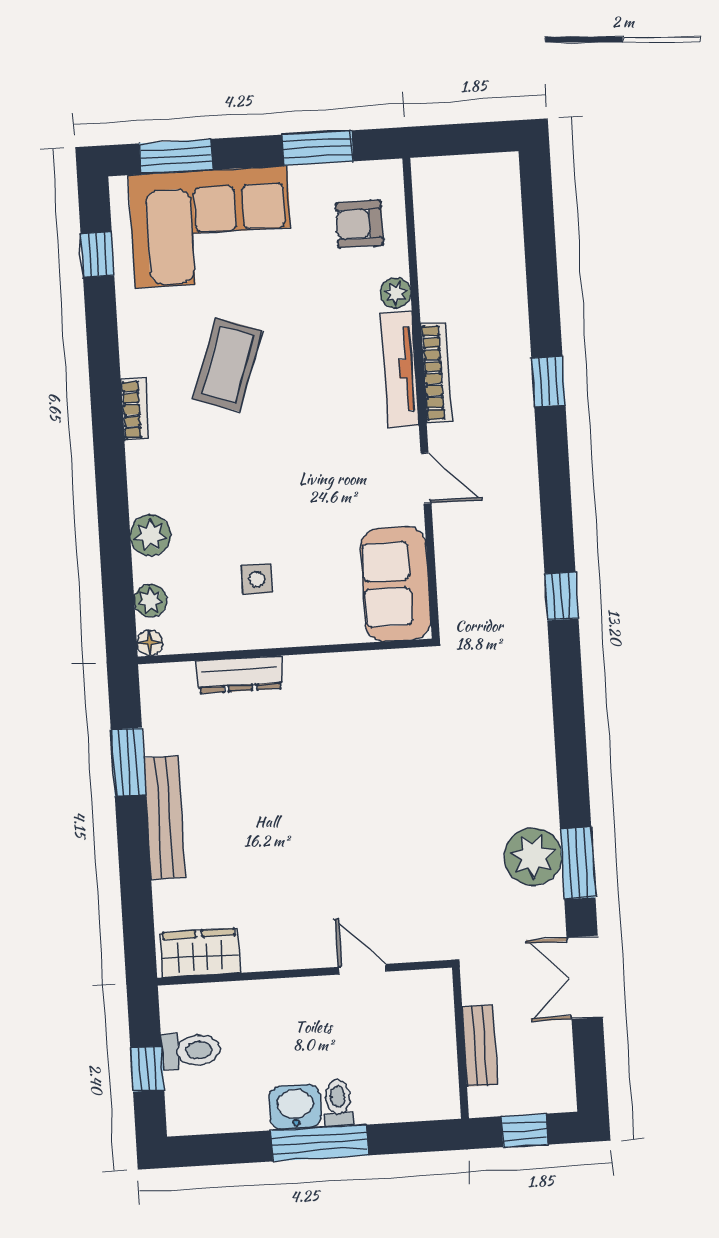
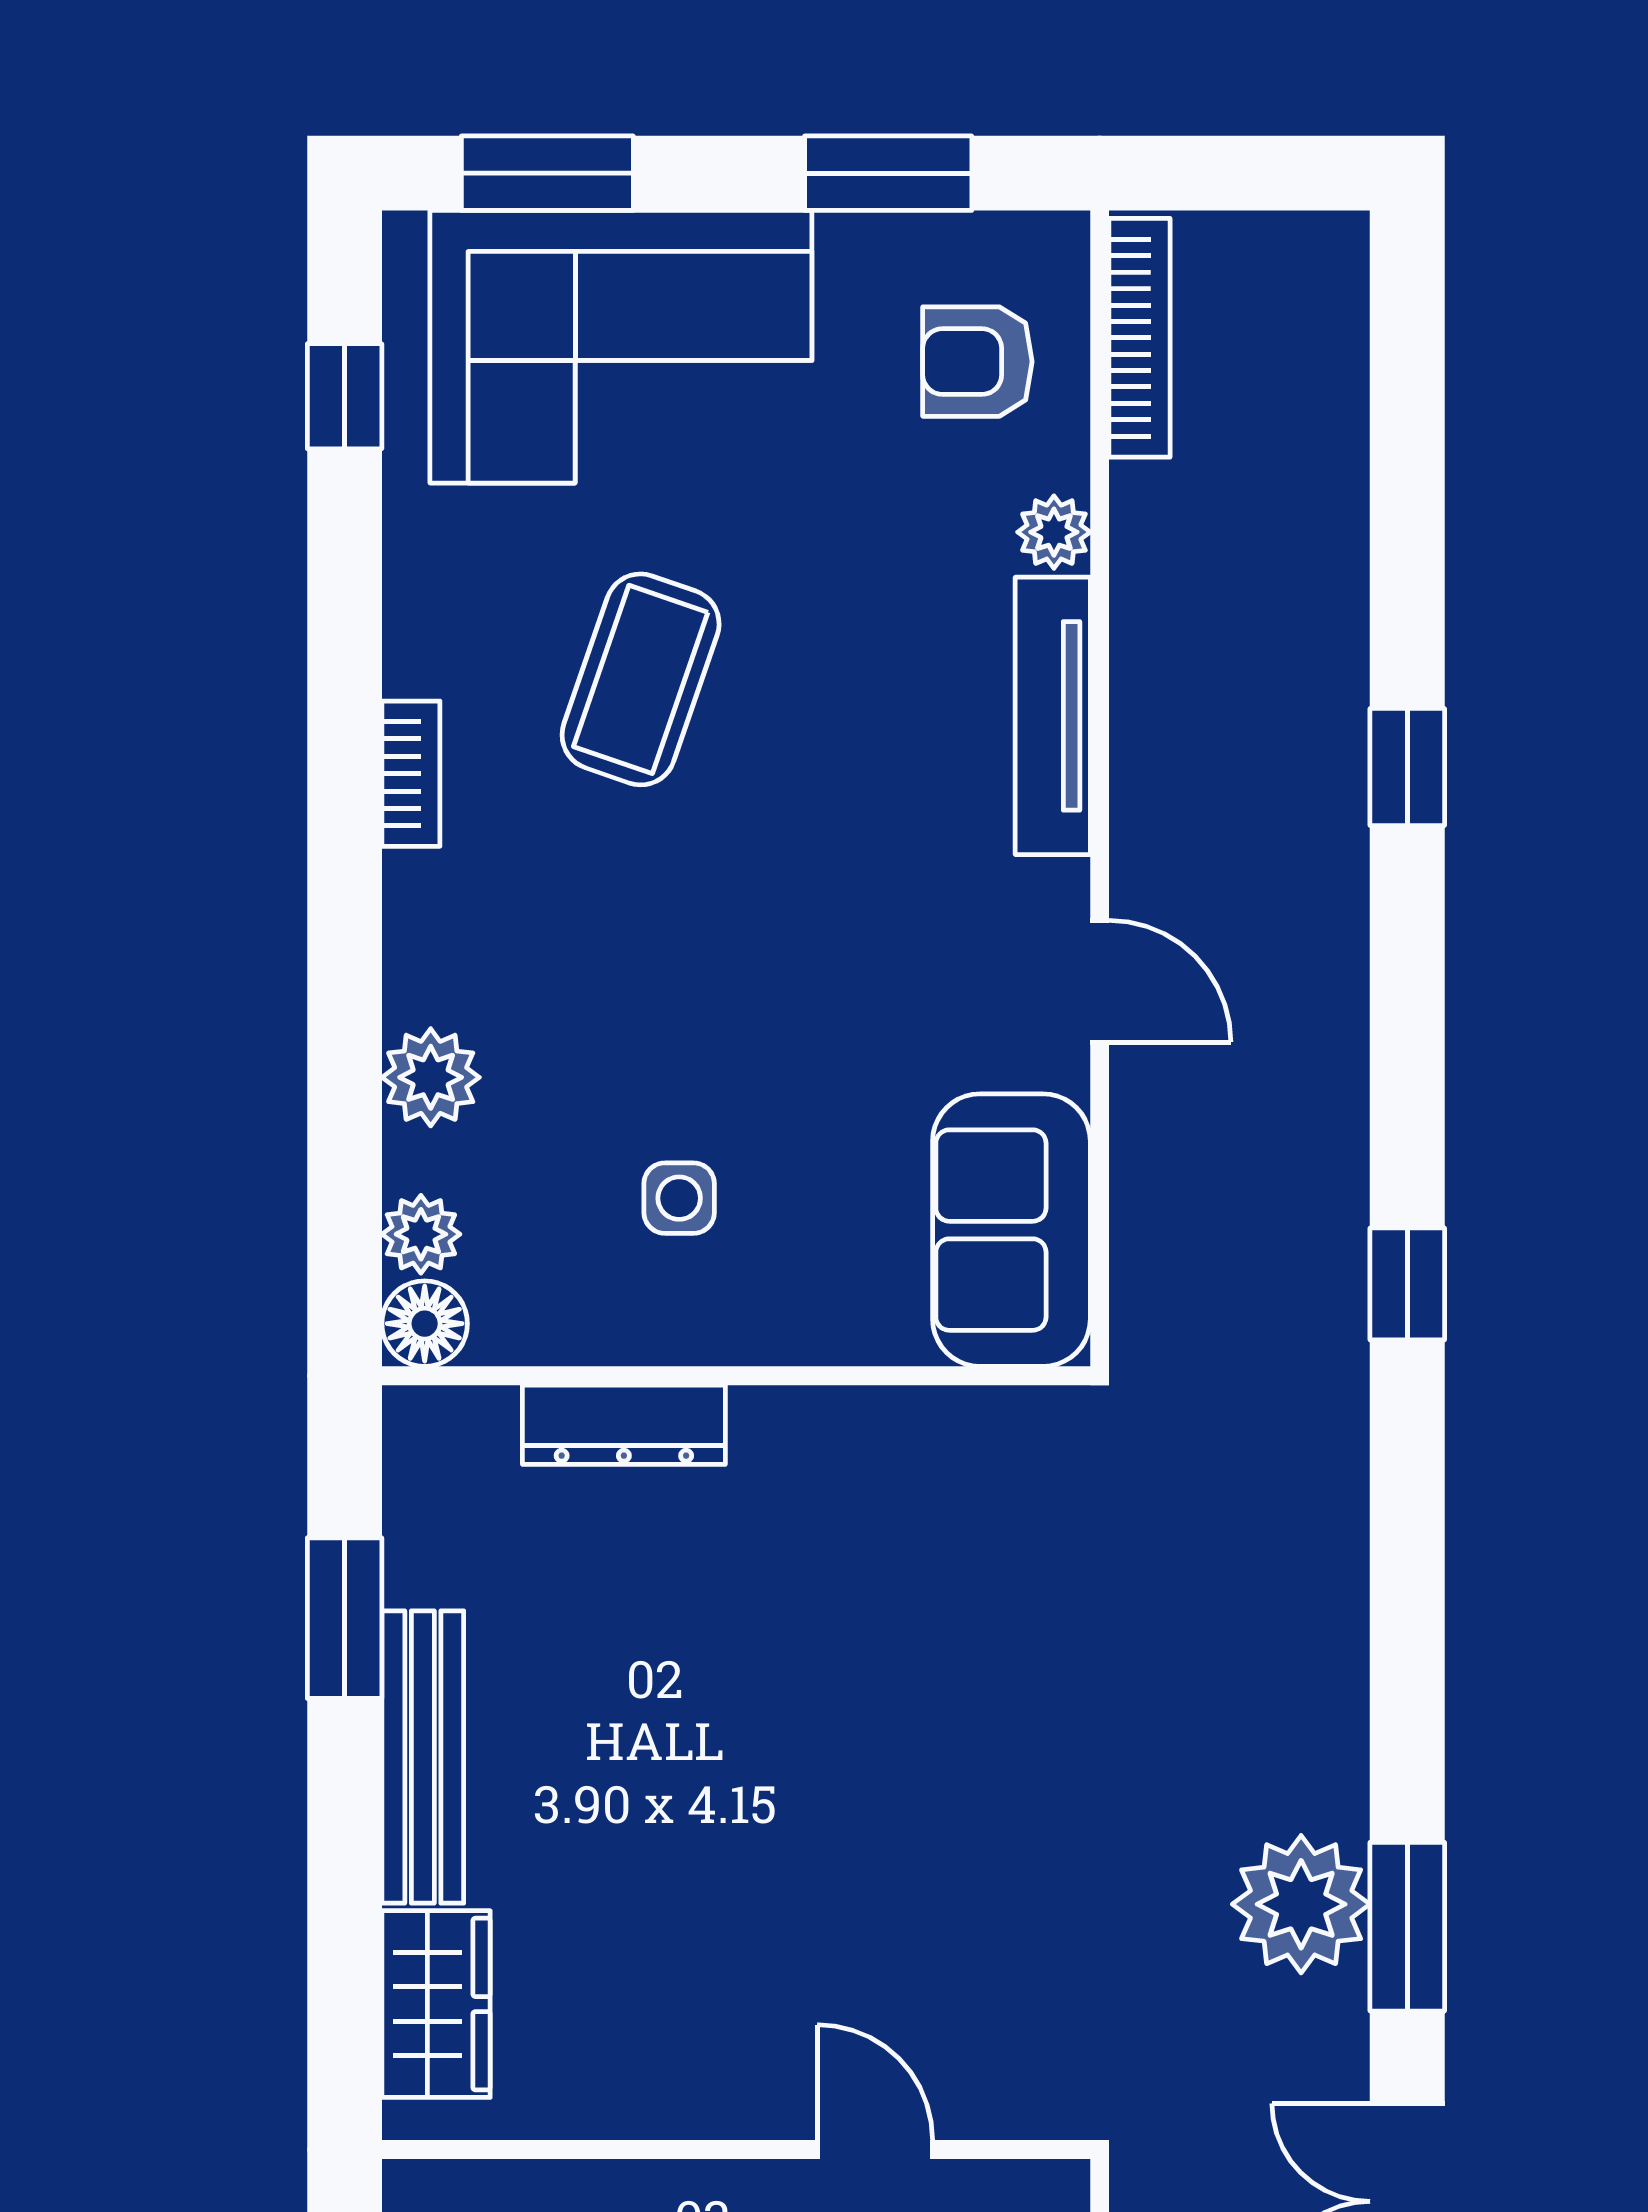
bookcase: (436, 373) -> (1140, 338), moved
floor lamp: (150, 643) -> (425, 1324), width x1.37, depth x1.37
wardrobe: (200, 953) -> (436, 2004), moved, turned 90

